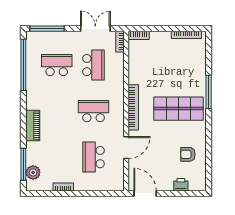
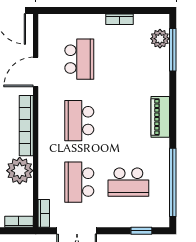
window: (47, 29) -> (141, 231), width x0.46
plant: (138, 74) -> (20, 171), added
school desk: (93, 111) -> (79, 121), turned 90
piano: (33, 126) -> (160, 117), moved

